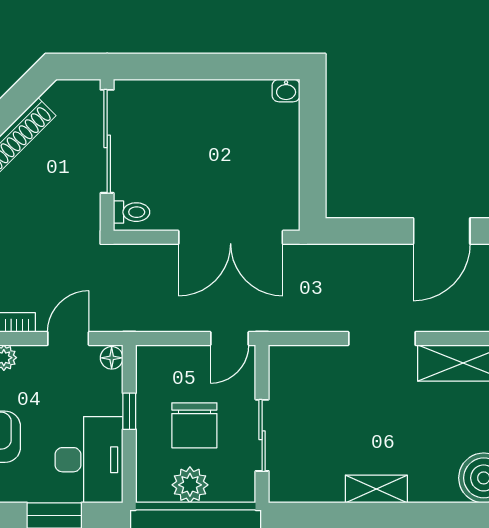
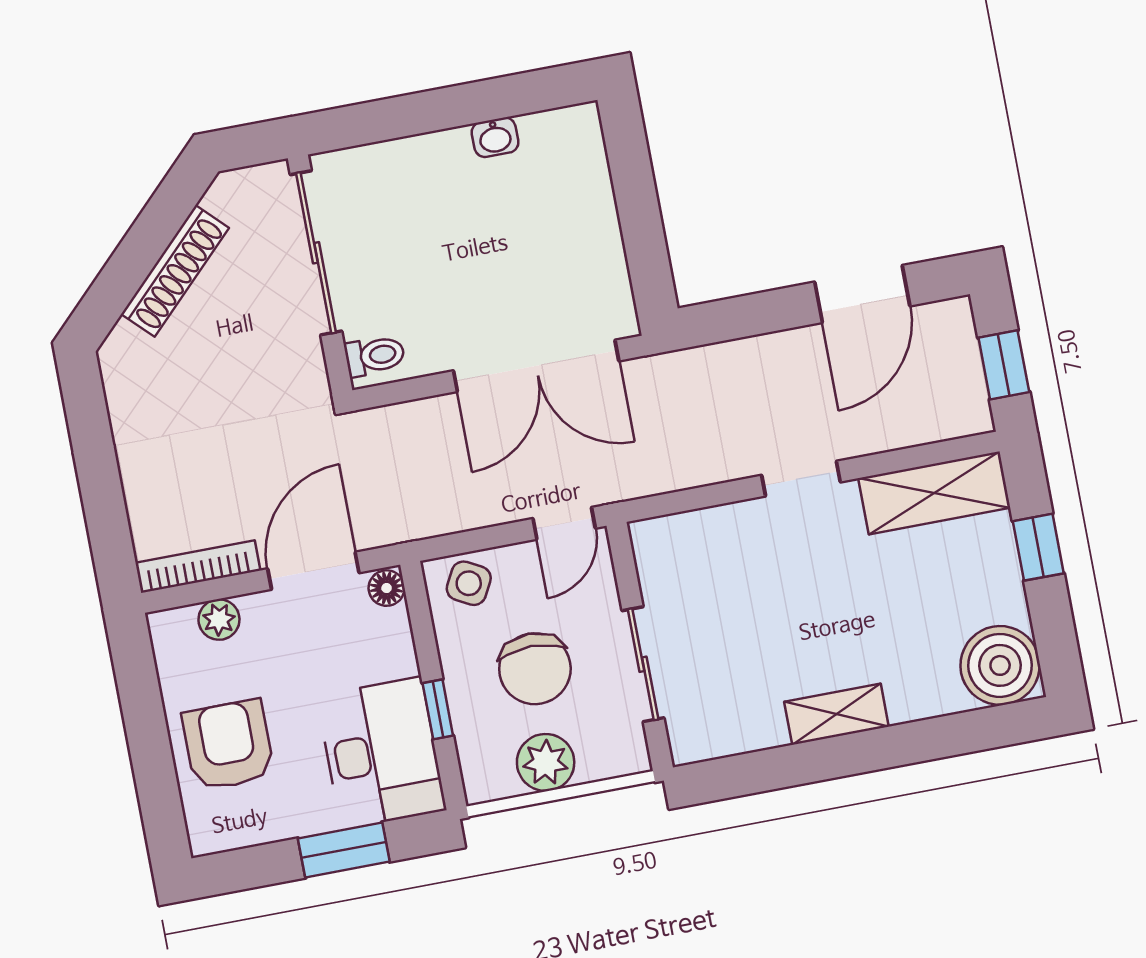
washbasin: (286, 91) -> (495, 137), moved
door: (68, 338) -> (313, 571), width x1.38
doorway: (382, 338) -> (801, 479), width x0.73
side table: (163, 364) -> (469, 583), added
window: (129, 411) -> (438, 709), moved

